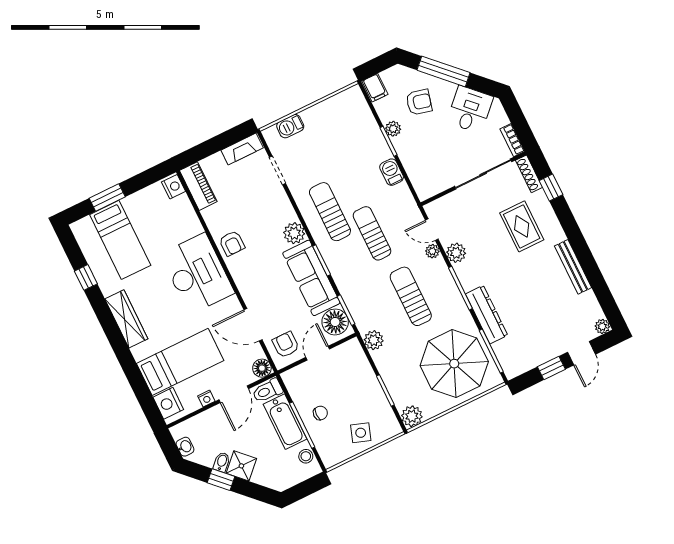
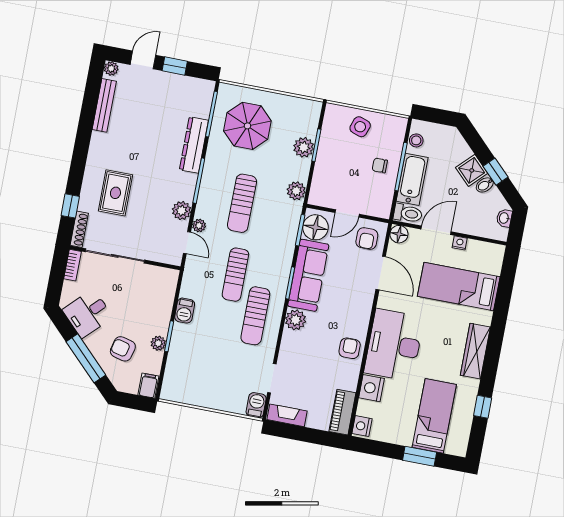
barbecue: (290, 126) -> (256, 405), moved, turned -90
bench: (573, 267) -> (104, 105), moved
parasol: (454, 364) -> (247, 126), width x0.73, depth x0.73
nightstand: (168, 403) -> (372, 388), moved, turned 180
plant: (412, 416) -> (304, 147), moved

